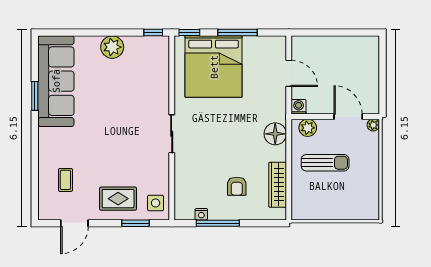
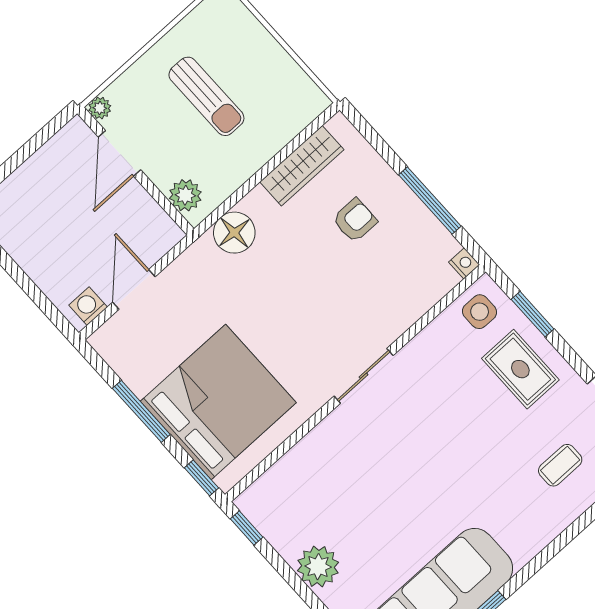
washing machine: (299, 107) -> (88, 306), moved, turned 90
sun lounger: (325, 163) -> (206, 96), moved, turned 180
nightstand: (201, 214) -> (464, 263), moved

